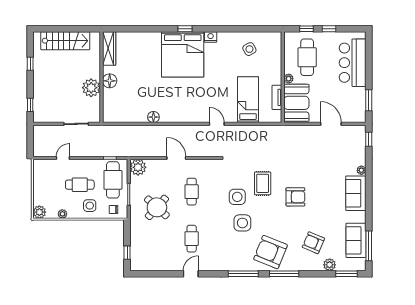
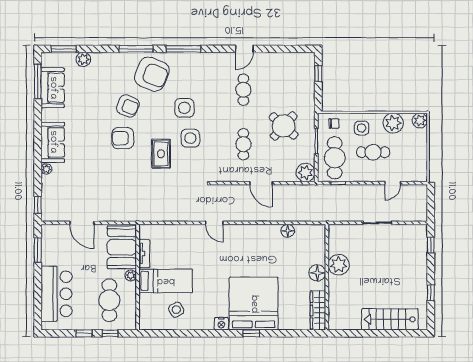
wardrobe: (109, 48) -> (318, 310), moved
wall: (101, 77) -> (327, 277), moved
floor lamp: (110, 81) -> (317, 273), moved
plant: (91, 88) -> (339, 265), moved
bed: (248, 100) -> (166, 281), moved, turned -90
plant: (62, 214) -> (393, 123), width x1.87, depth x1.87
armchair: (313, 243) -> (128, 106), moved

